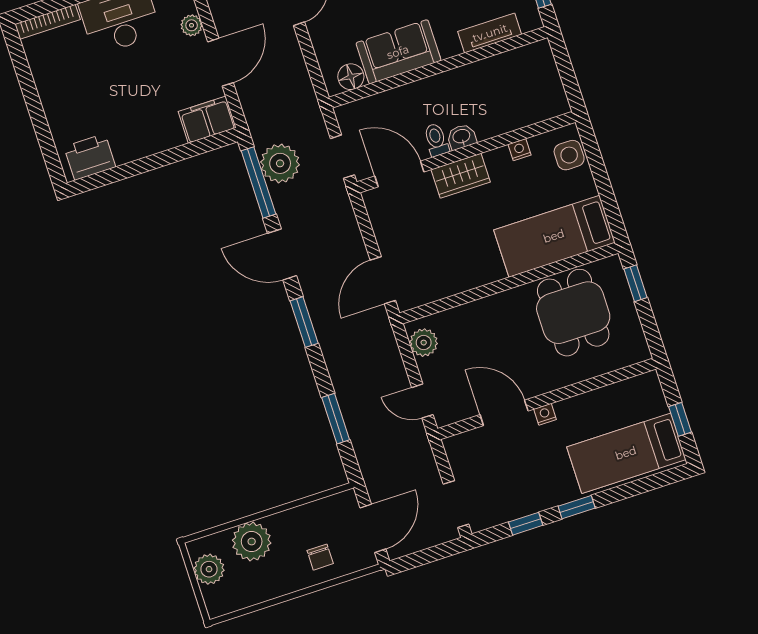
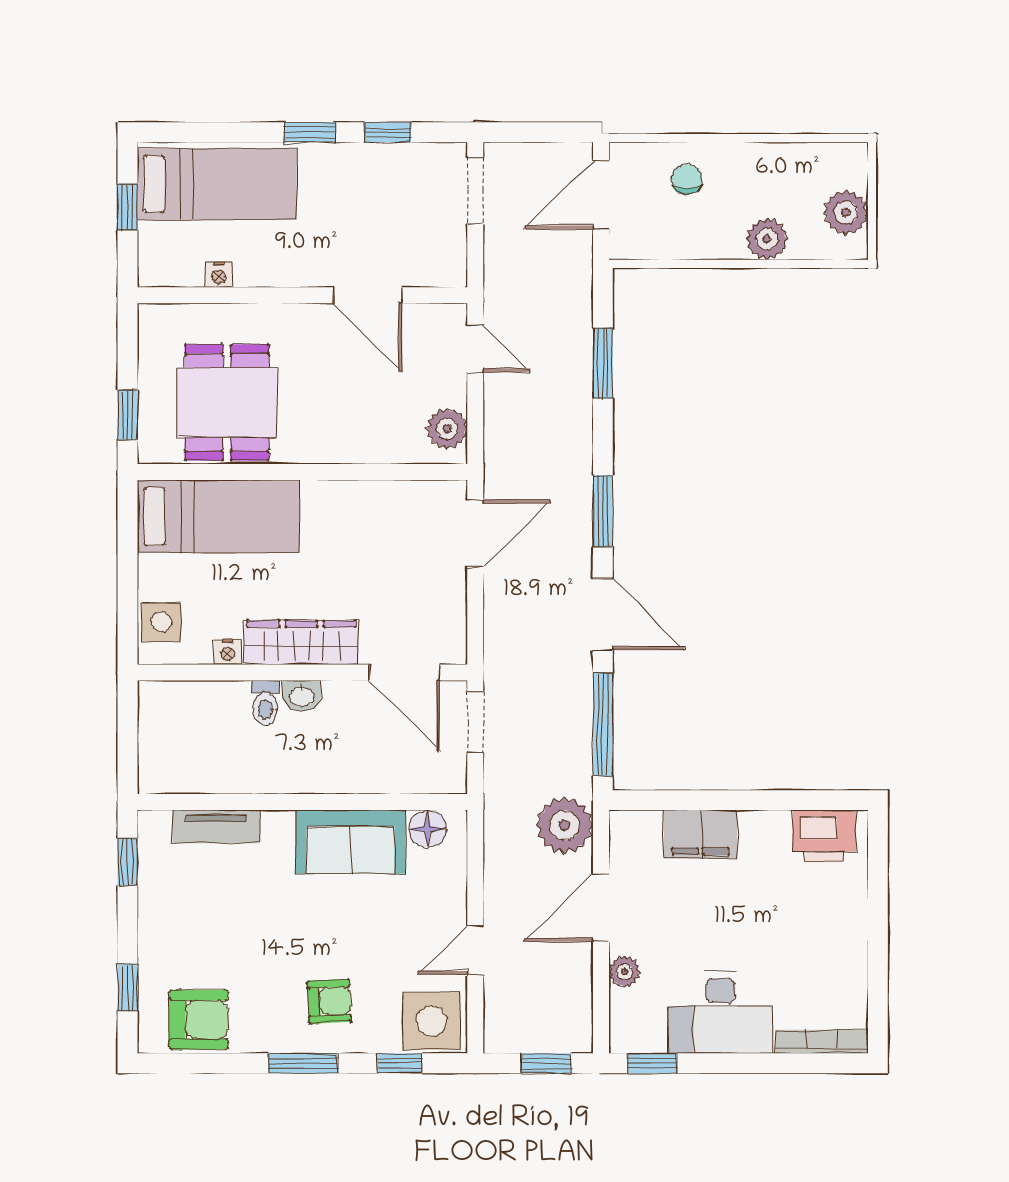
filing cabinet: (207, 120) -> (701, 834), moved
toilet: (436, 140) -> (265, 703), moved
plant: (280, 163) -> (564, 825), moved
wardrobe: (461, 176) -> (301, 642), width x1.50
nightstand: (545, 414) -> (219, 275), moved
plant: (252, 542) -> (767, 239), width x0.73, depth x0.73

